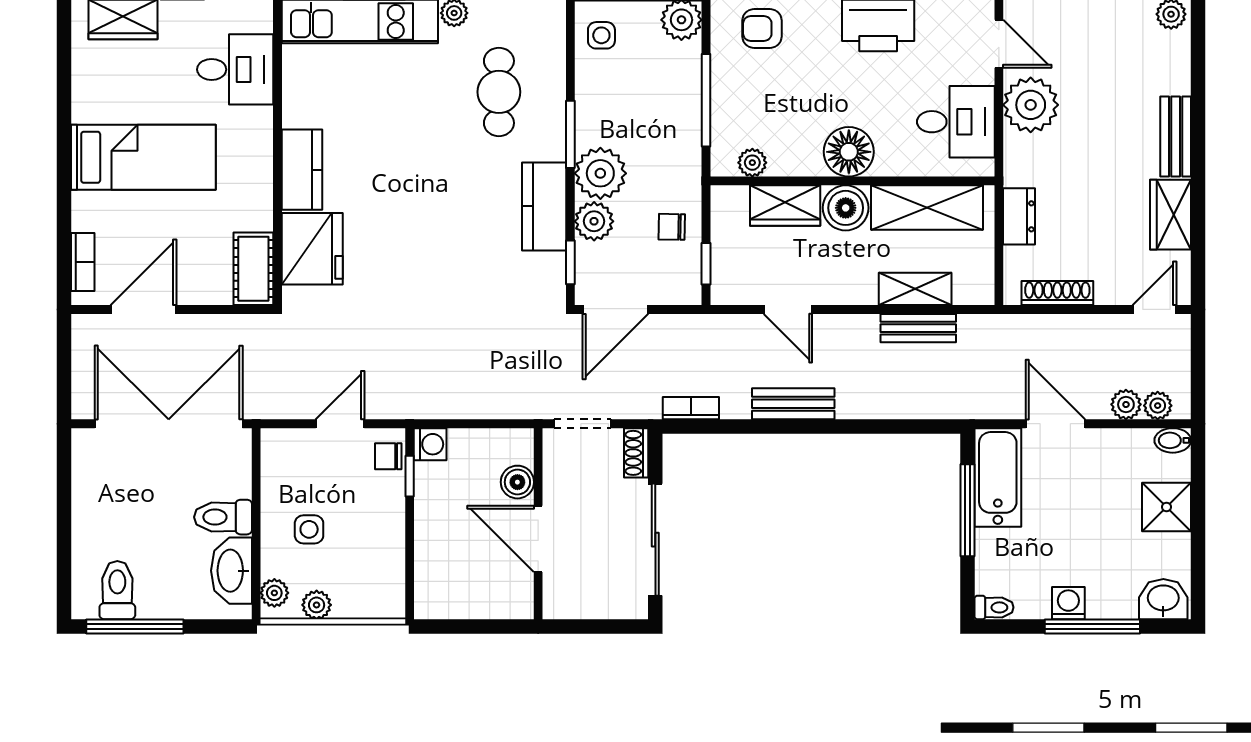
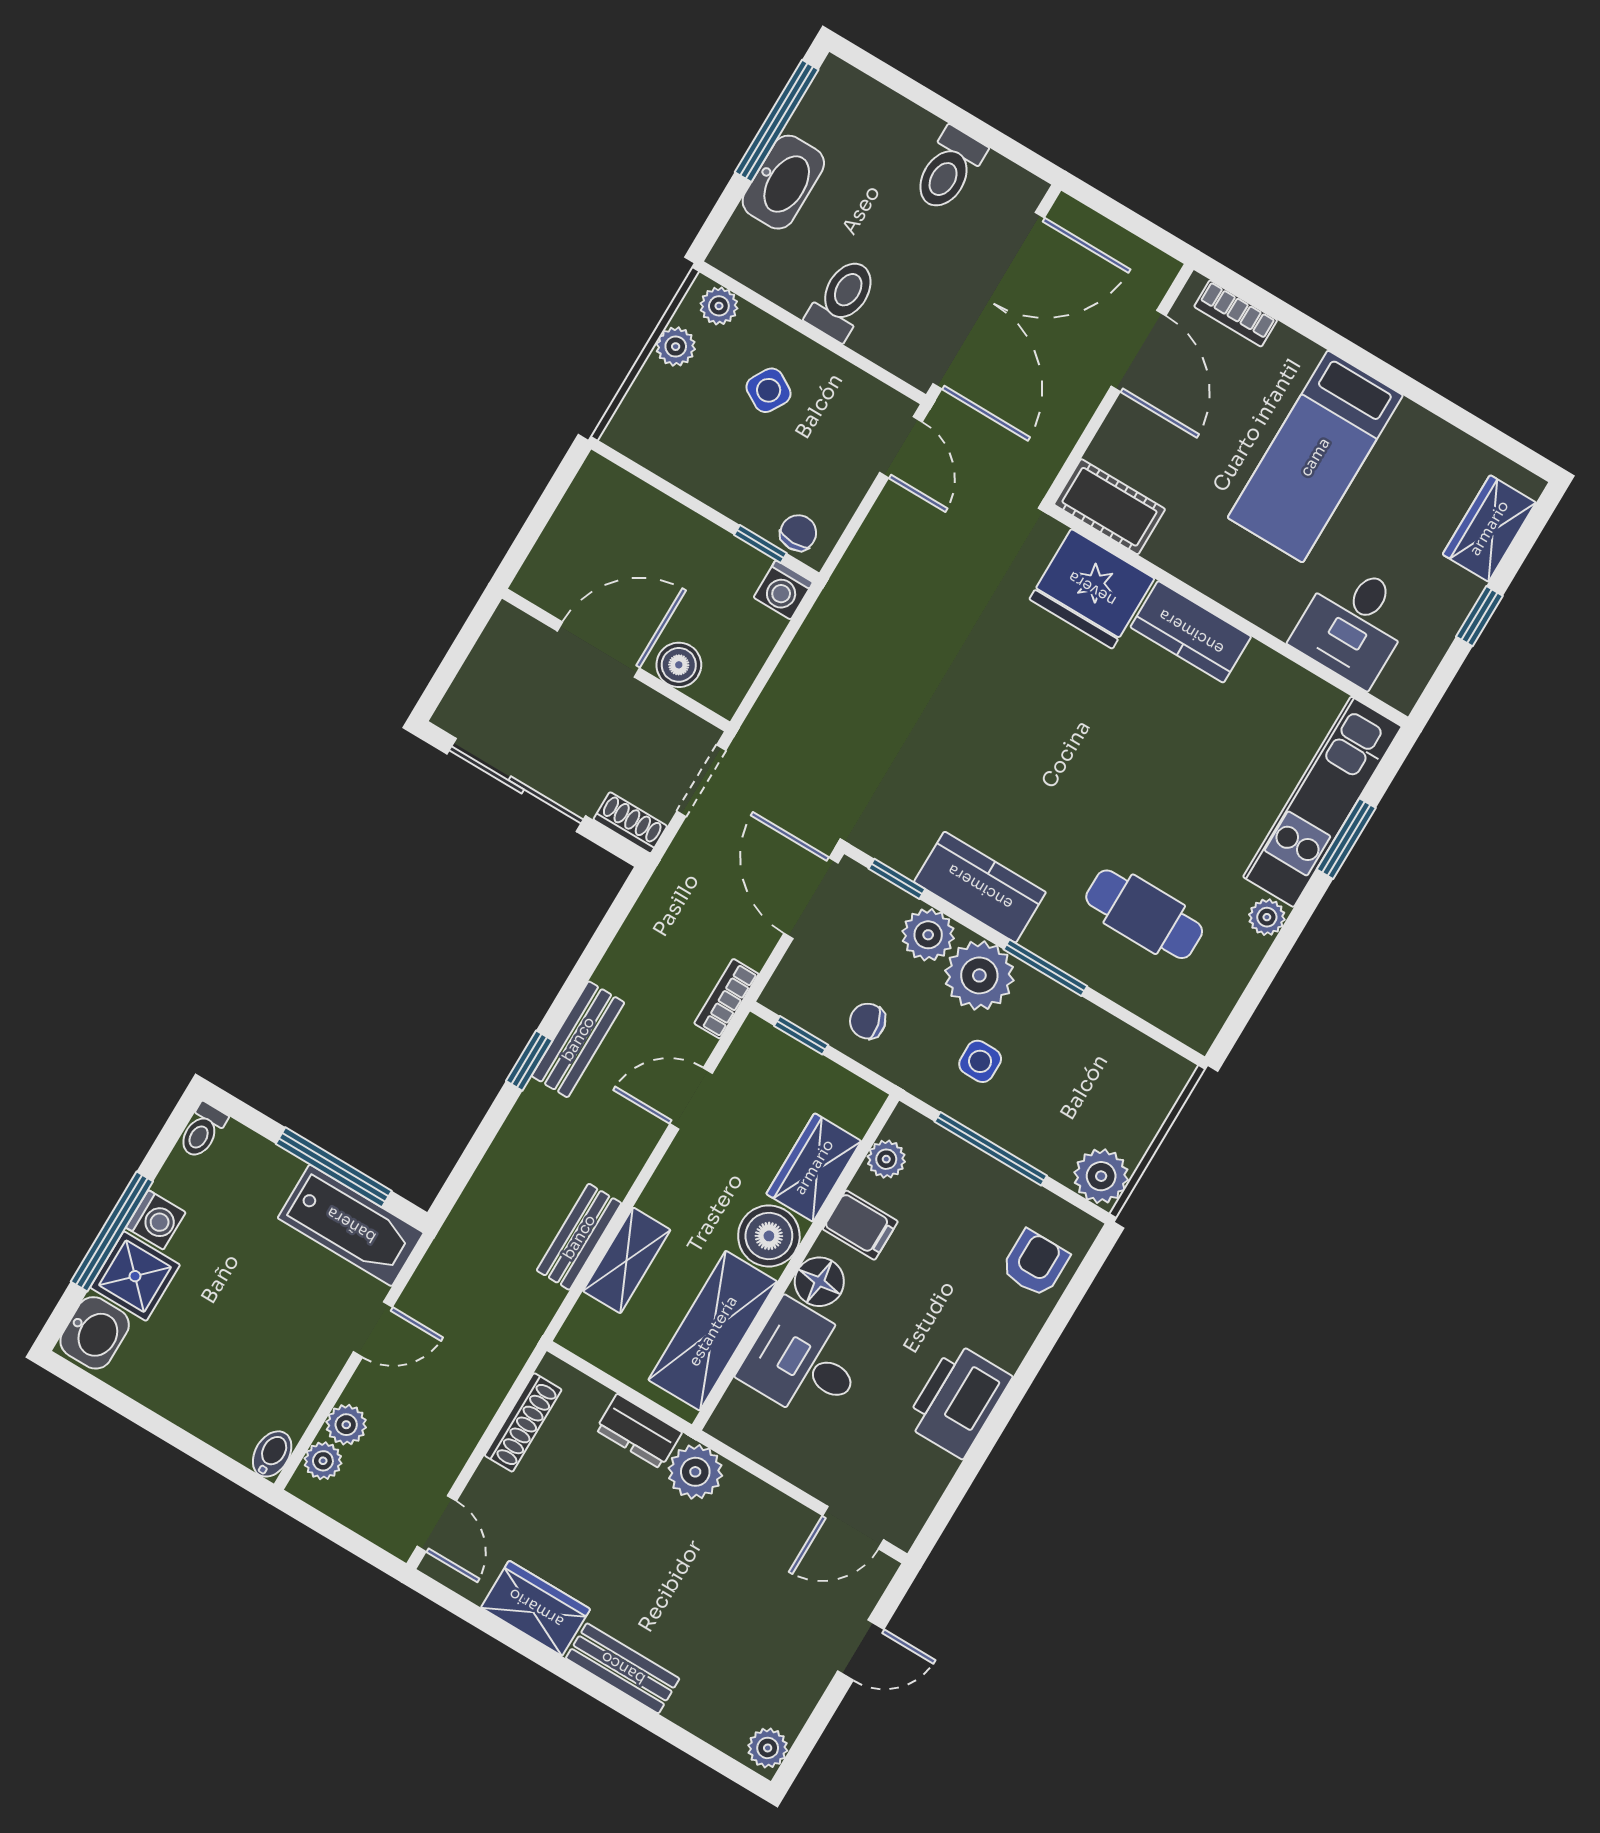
side table: (601, 35) -> (980, 1061), moved
plant: (1031, 105) -> (695, 1472), moved, width x0.73, depth x0.73
desk: (956, 122) -> (804, 1362), moved, turned 90
floor lamp: (849, 152) -> (819, 1282), width x0.73, depth x0.73
filing cabinet: (804, 154) -> (860, 1225), added
chair: (672, 227) -> (868, 1021), turned -104
bookcase: (691, 408) -> (726, 999), moved, turned 180
door: (340, 424) -> (901, 447), moved
door: (1055, 424) -> (373, 1329), width x0.73
window: (825, 427) -> (529, 1061), added
shower: (1166, 507) -> (135, 1276), moved
side table: (309, 529) -> (769, 390), turned 30
washbasin: (231, 571) -> (783, 182), moved, turned 90
toilet: (117, 590) -> (949, 170), moved, turned 90

